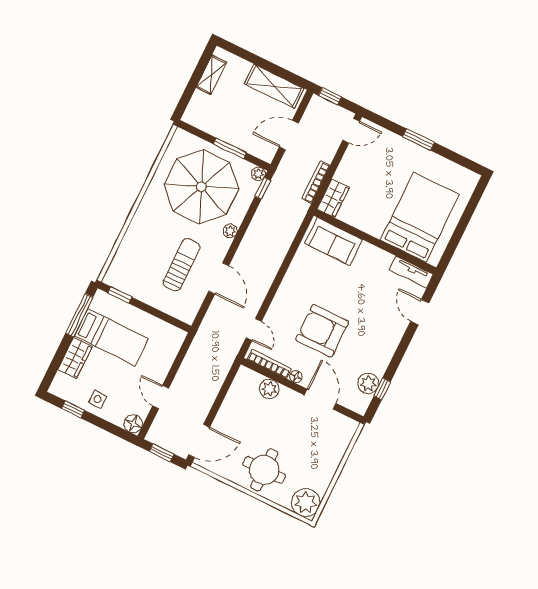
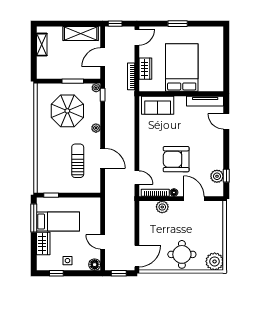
parasol: (201, 187) -> (67, 111), width x0.73, depth x0.73
wardrobe: (333, 198) -> (145, 69), moved
bed: (420, 217) -> (182, 67), moved
tv unit: (411, 272) -> (205, 101), width x1.41

